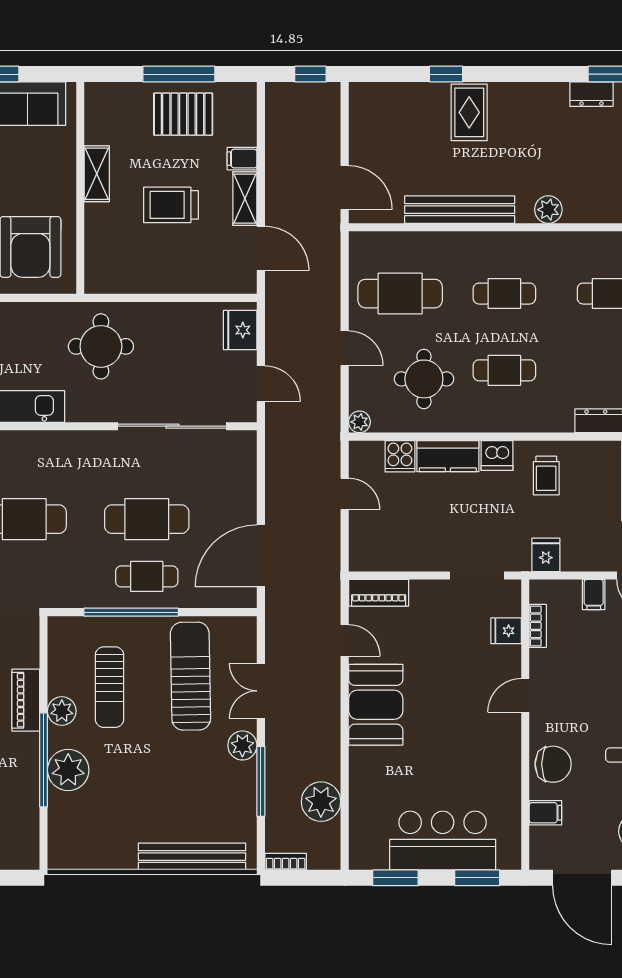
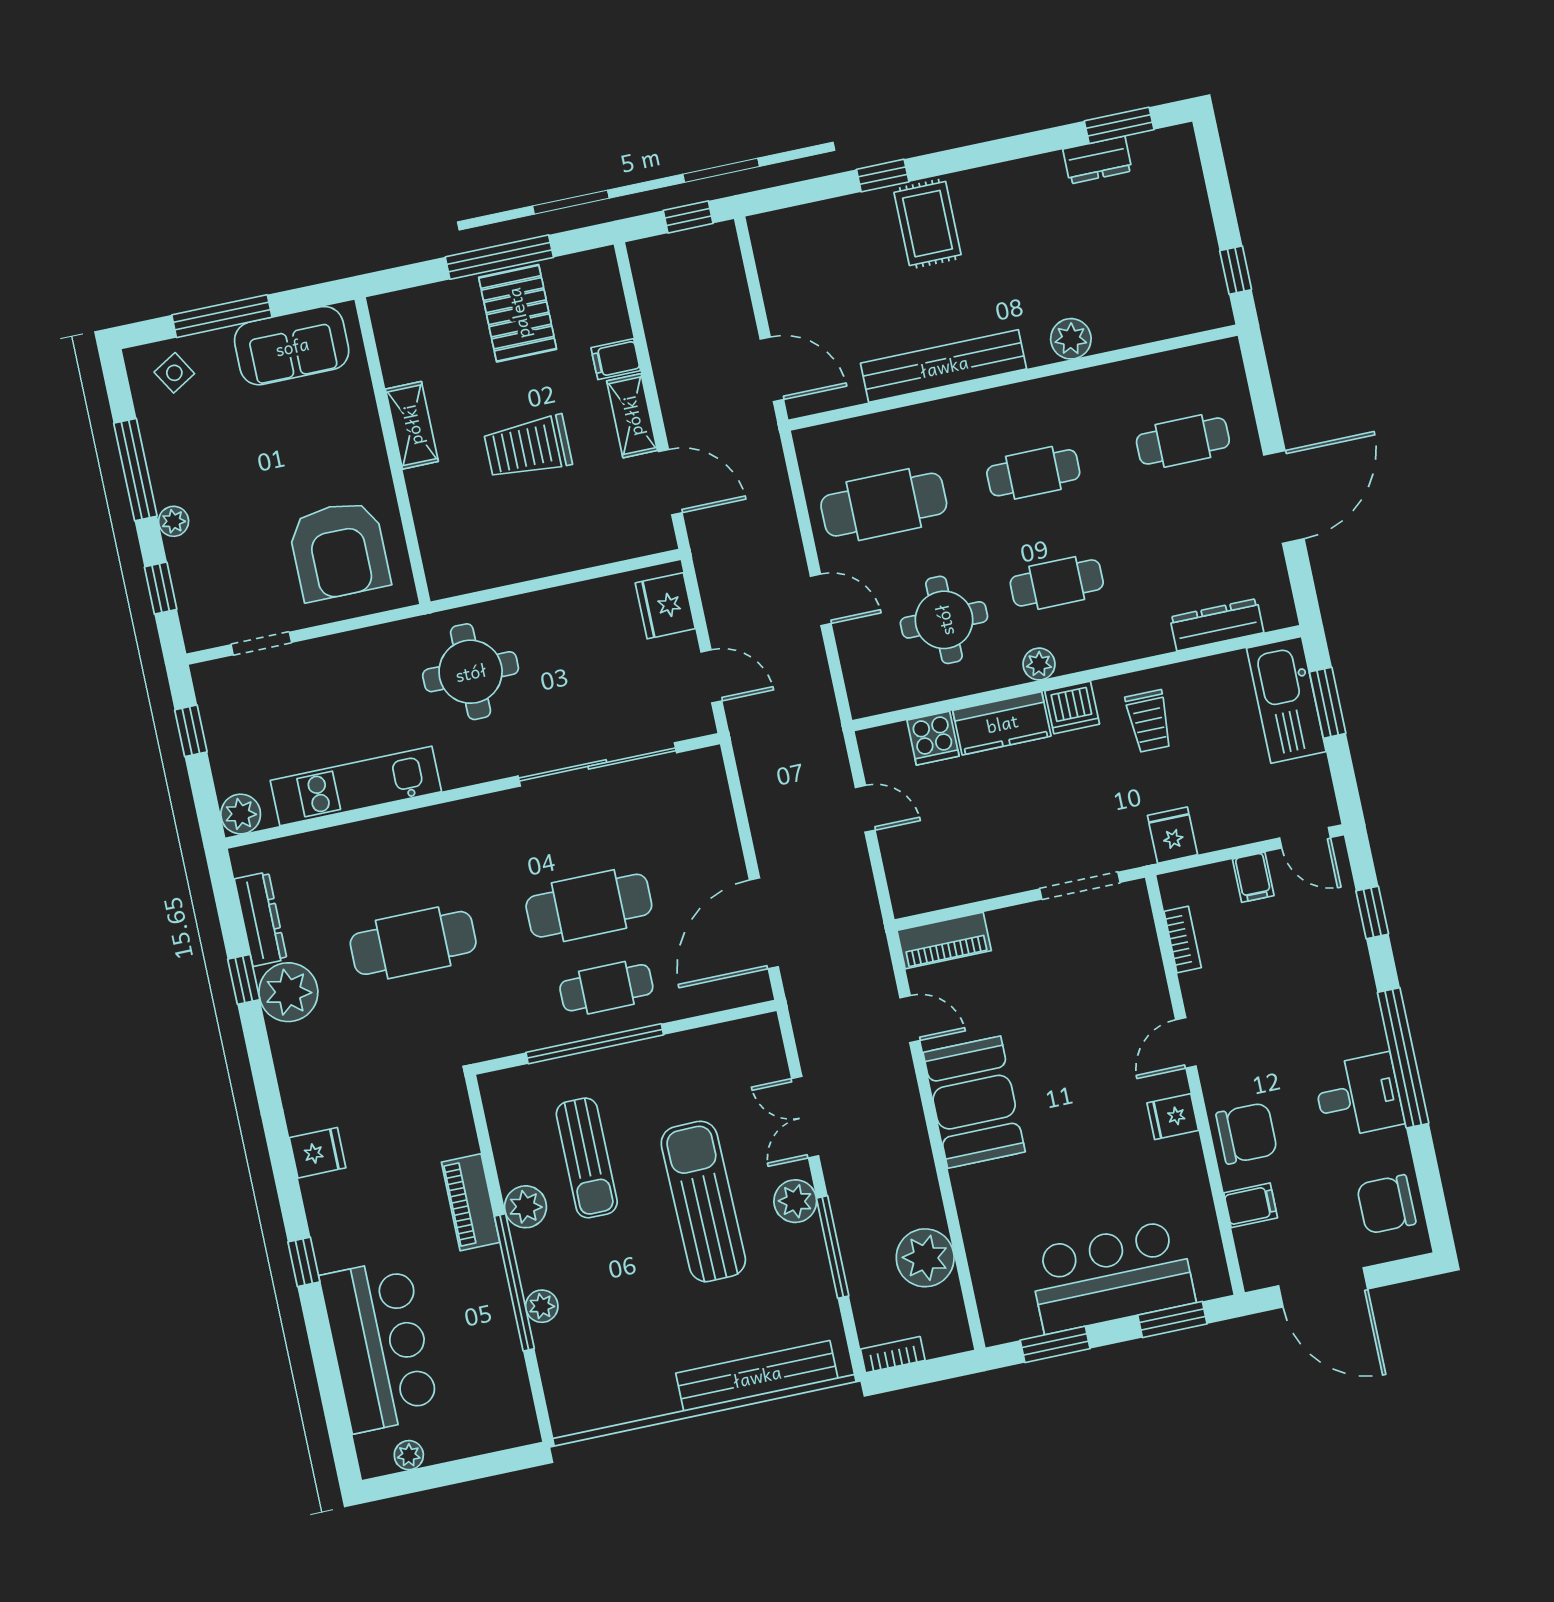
pallet: (183, 114) -> (518, 313), turned 90
plant: (359, 422) -> (1039, 664), moved
fridge: (506, 631) -> (1173, 1117), moved
sun lounger: (190, 676) -> (703, 1201), moved
plant: (68, 770) -> (542, 1306), width x0.53, depth x0.53

